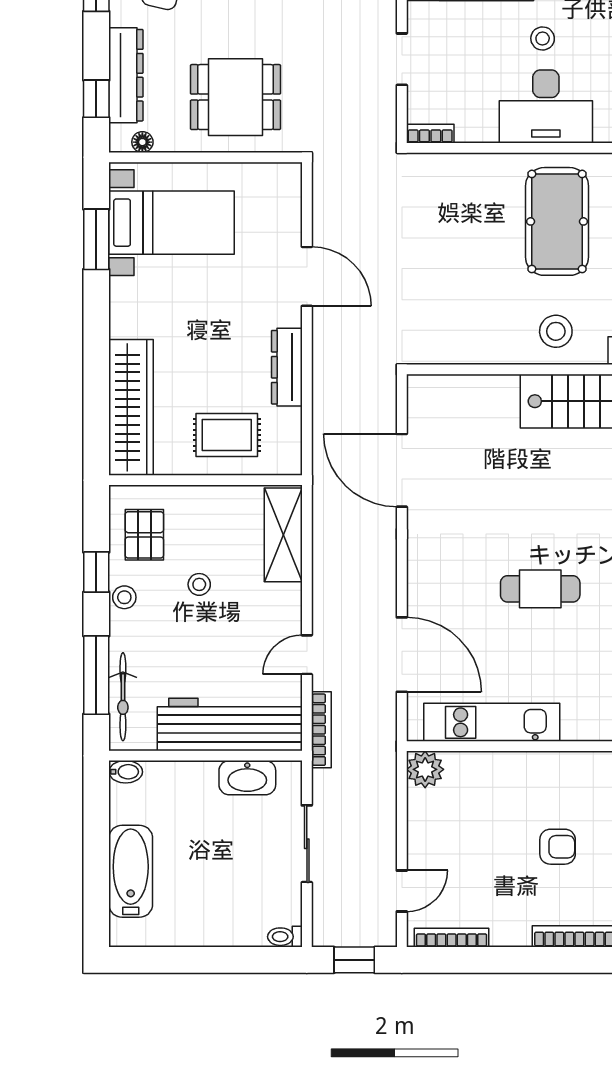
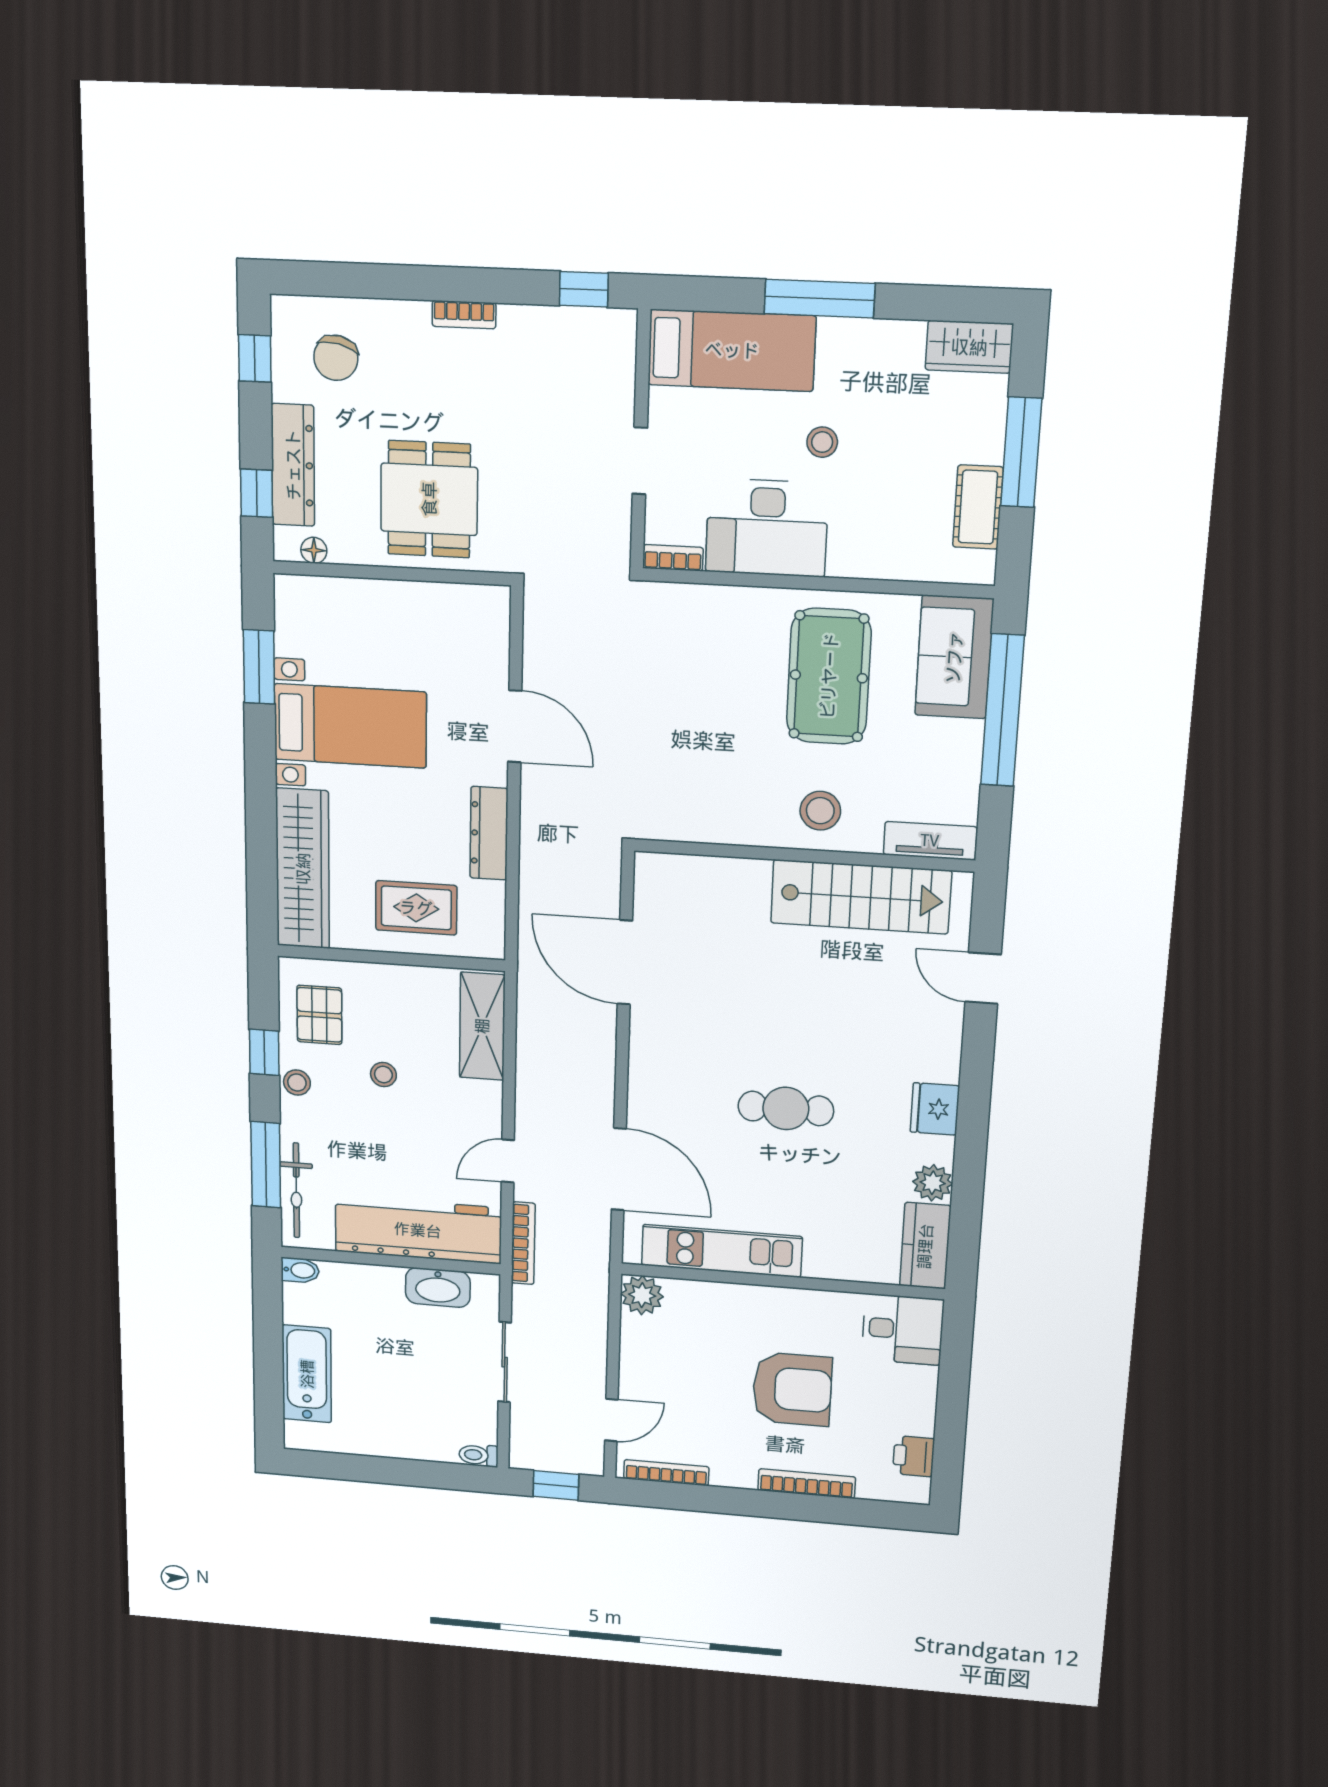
dining table: (236, 97) -> (429, 499), turned 90
desk: (546, 106) -> (767, 528), moved
bed with nightstands: (172, 223) -> (350, 726), moved
armchair: (558, 847) -> (792, 1389), width x1.88, depth x1.88

